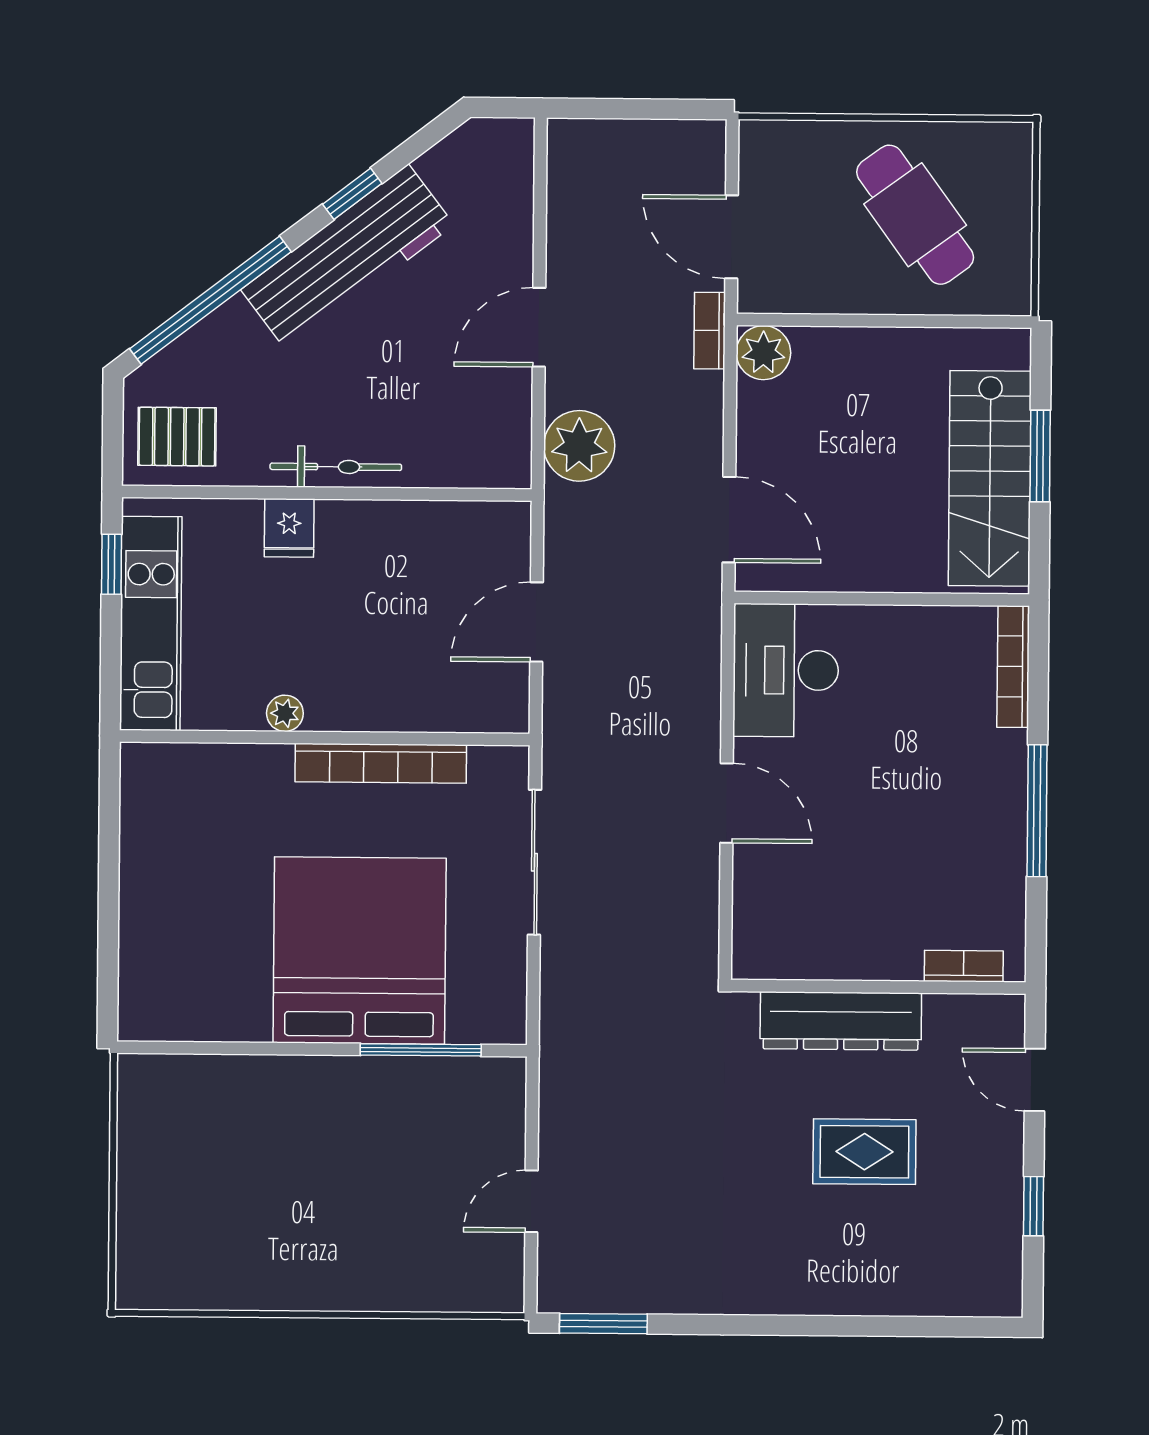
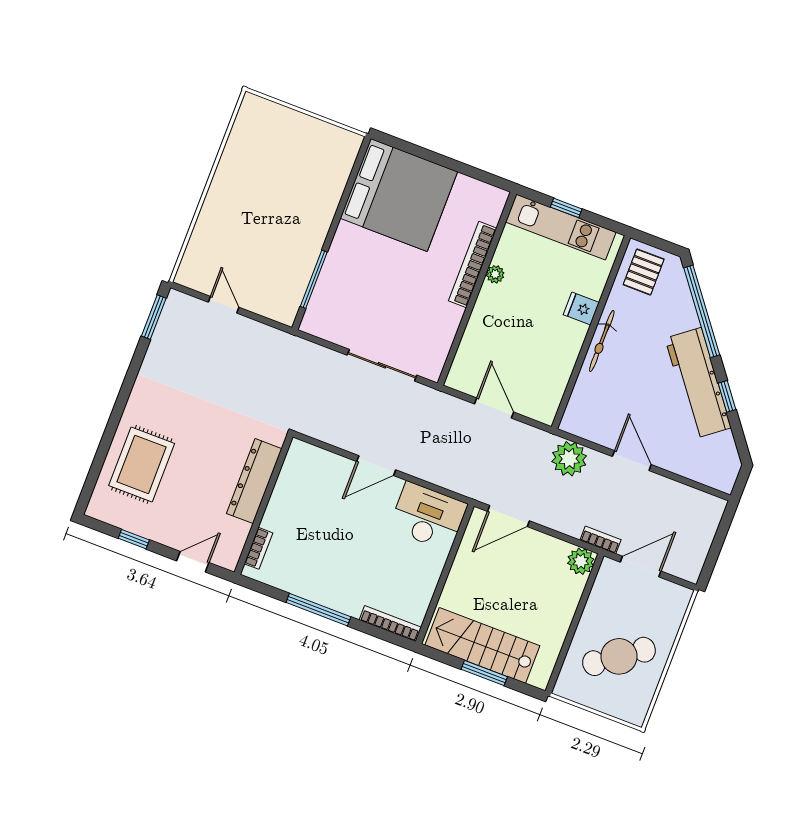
window: (112, 564) -> (566, 208), moved
bookcase: (381, 763) -> (473, 265), moved
bed: (360, 951) -> (399, 195), moved
rug: (864, 1152) -> (142, 464), moved, width x1.36, depth x1.43

